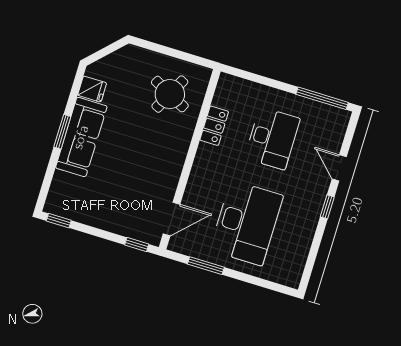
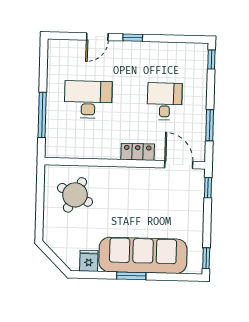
window: (322, 98) -> (42, 115), moved
locker: (214, 126) -> (138, 152), moved
sofa: (81, 137) -> (143, 255), width x1.36, depth x1.27
desk: (246, 223) -> (165, 101), width x0.53, depth x0.77
window: (279, 288) -> (211, 59), added

